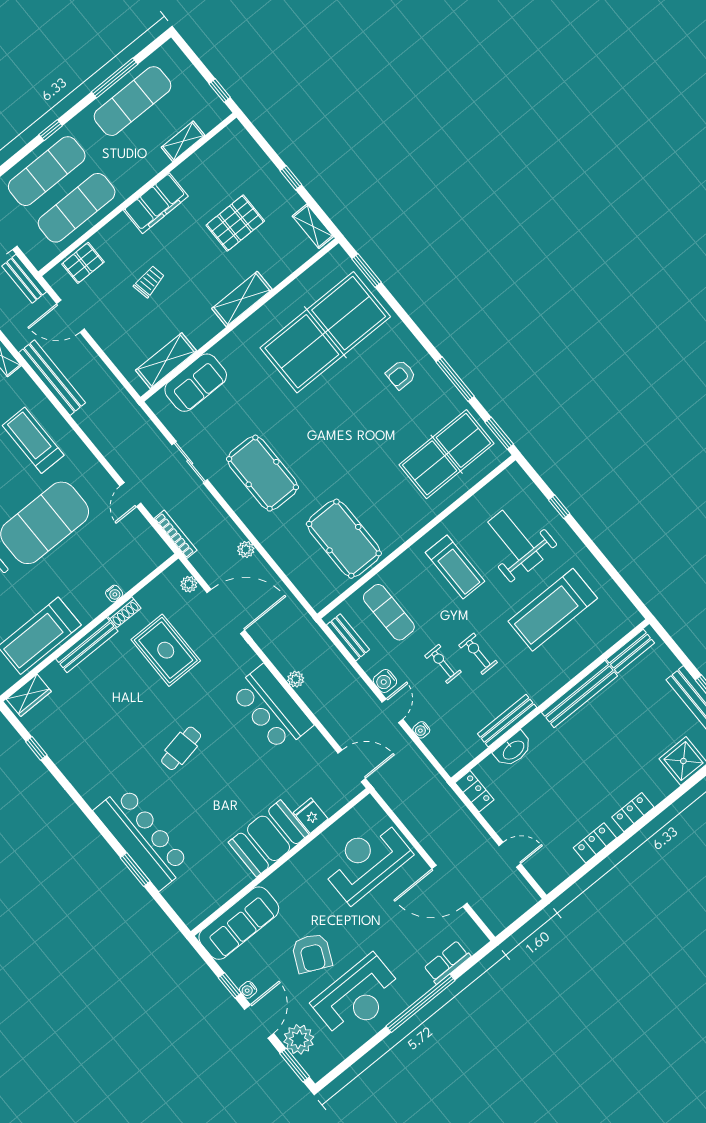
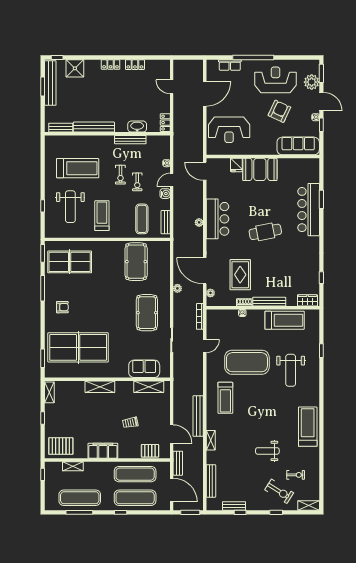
pallet: (235, 223) -> (61, 446), moved
cafe table: (181, 748) -> (265, 232), width x1.37, depth x1.35
door: (450, 886) -> (205, 94), hinge flipped
door: (259, 1021) -> (321, 102), swing flipped

